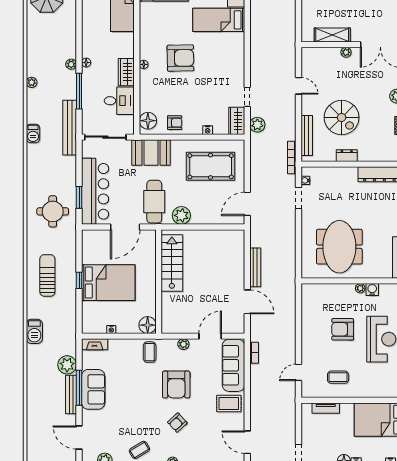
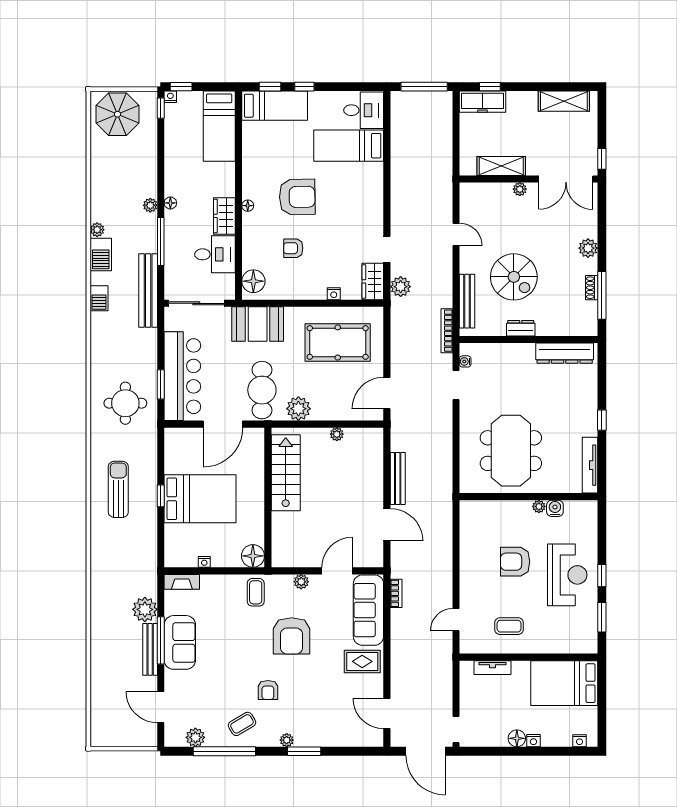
armchair: (175, 123) -> (293, 248), moved, turned 180
plant: (210, 235) -> (337, 434), added
barbecue: (34, 331) -> (101, 255), moved
armchair: (177, 423) -> (268, 690), moved, turned -47

